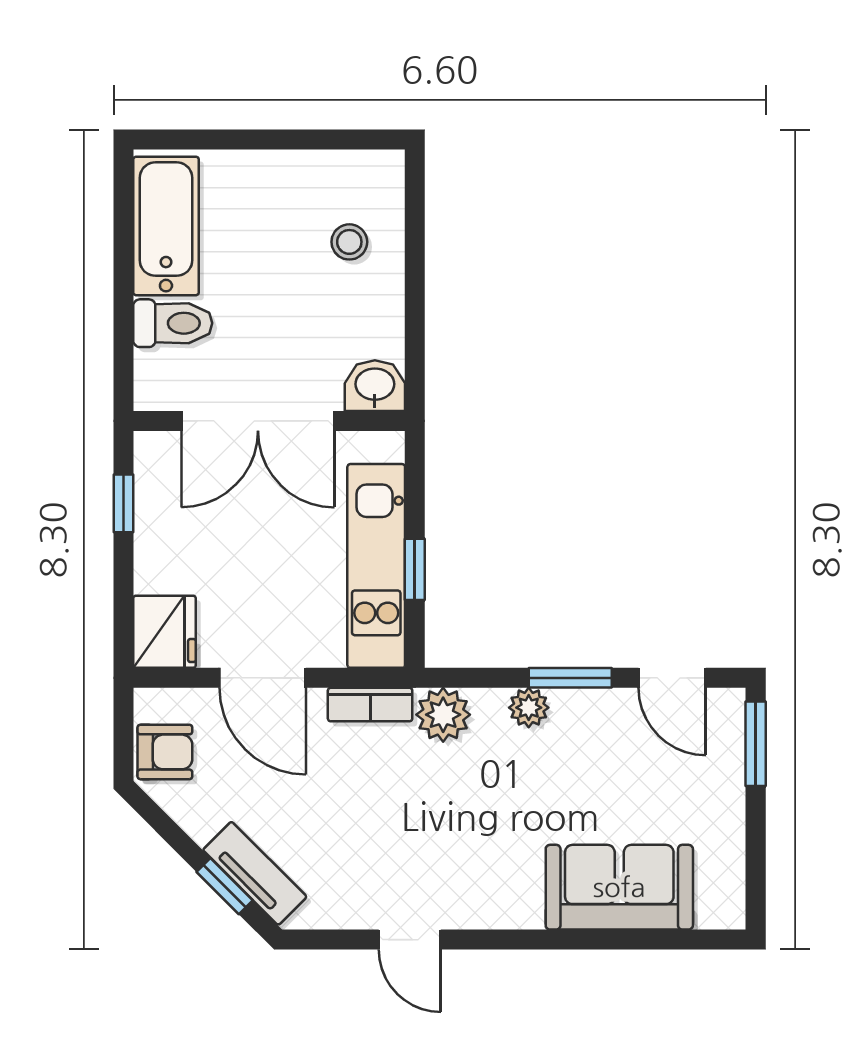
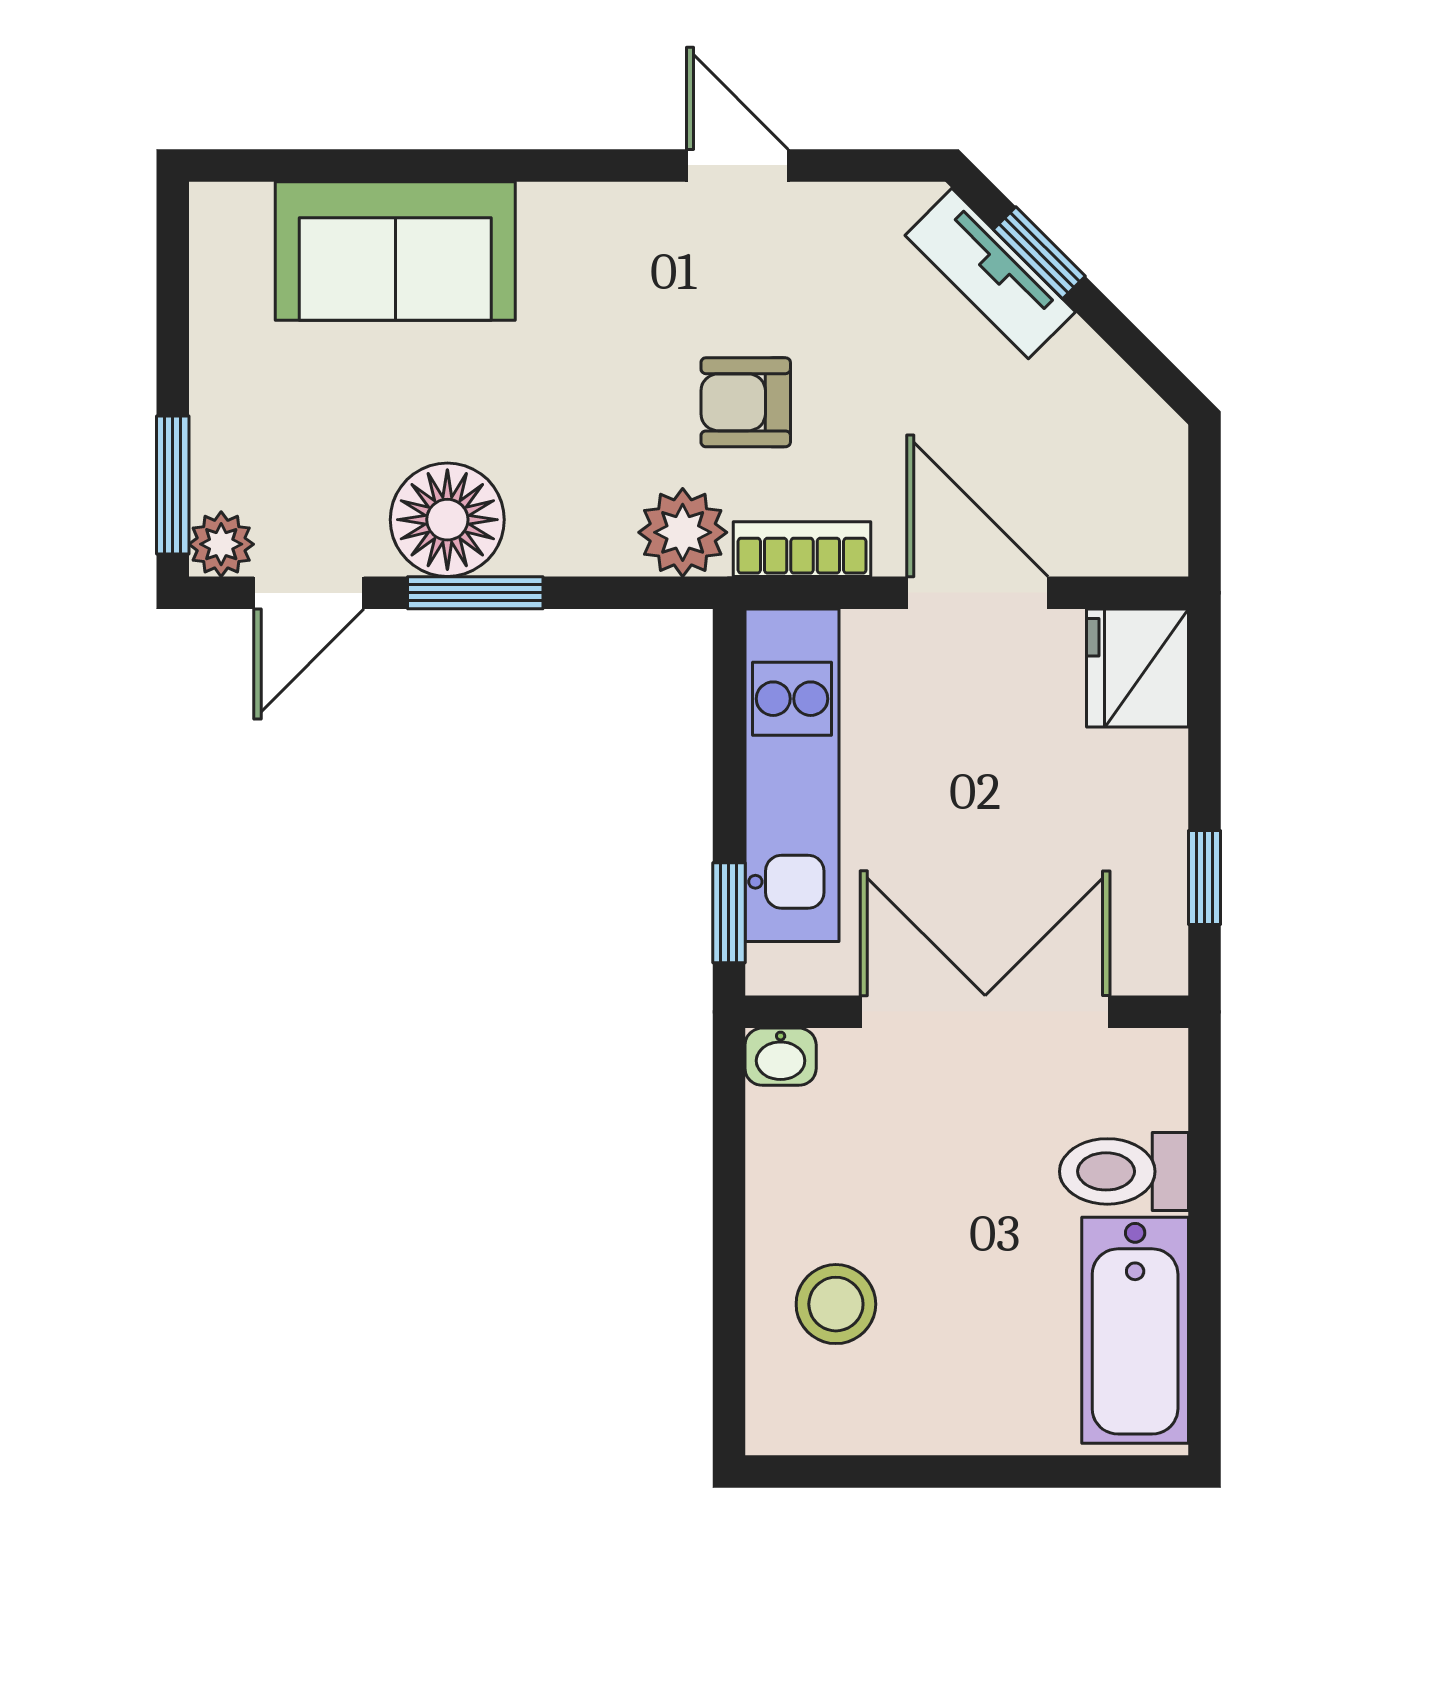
stool: (349, 242) -> (836, 1304), width x1.37, depth x1.37
washbasin: (375, 386) -> (781, 1057), width x0.72, depth x0.69
window: (415, 569) -> (729, 913), moved
door: (672, 678) -> (309, 593), swing flipped
plant: (529, 708) -> (221, 544), moved
floor lamp: (587, 723) -> (447, 520), added
armchair: (165, 752) -> (746, 402), moved

